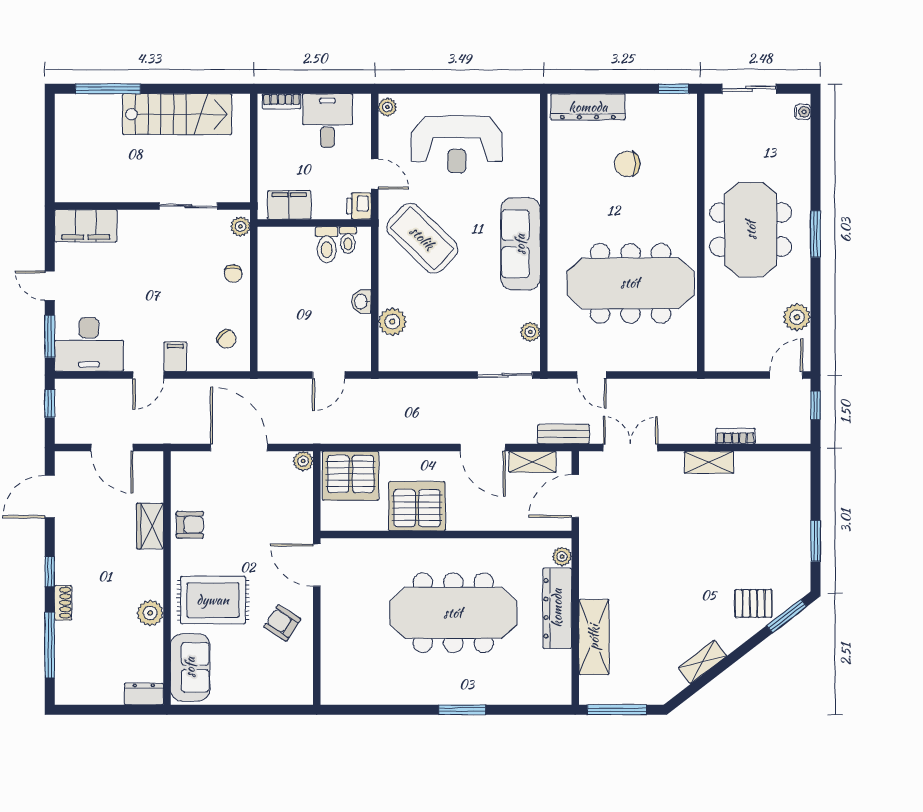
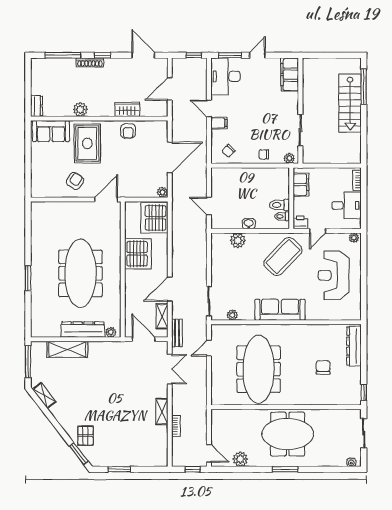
stairs: (177, 114) -> (350, 103), moved
shoe rack: (63, 603) -> (90, 62), width x1.43
shelving: (702, 662) -> (44, 395), moved

